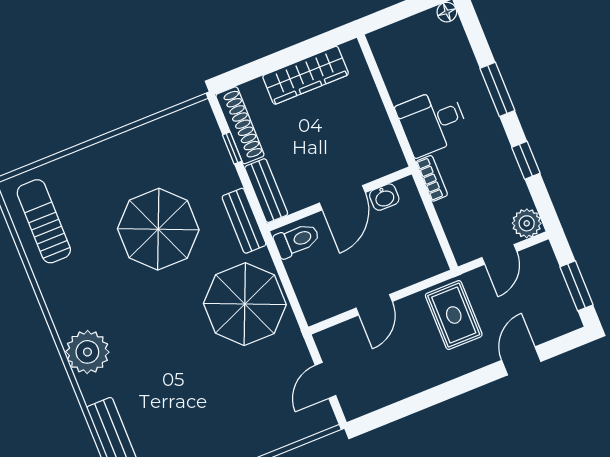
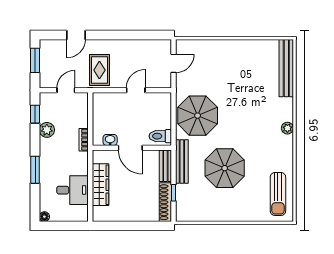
wardrobe: (306, 75) -> (101, 185), moved, turned 90
desk: (432, 122) -> (72, 190), moved
window: (526, 160) -> (35, 114), moved
door: (342, 198) -> (130, 148), swing flipped
bench: (244, 221) -> (182, 161), width x1.36
plant: (527, 223) -> (47, 130), moved
plant: (87, 352) -> (287, 128), width x0.53, depth x0.53

